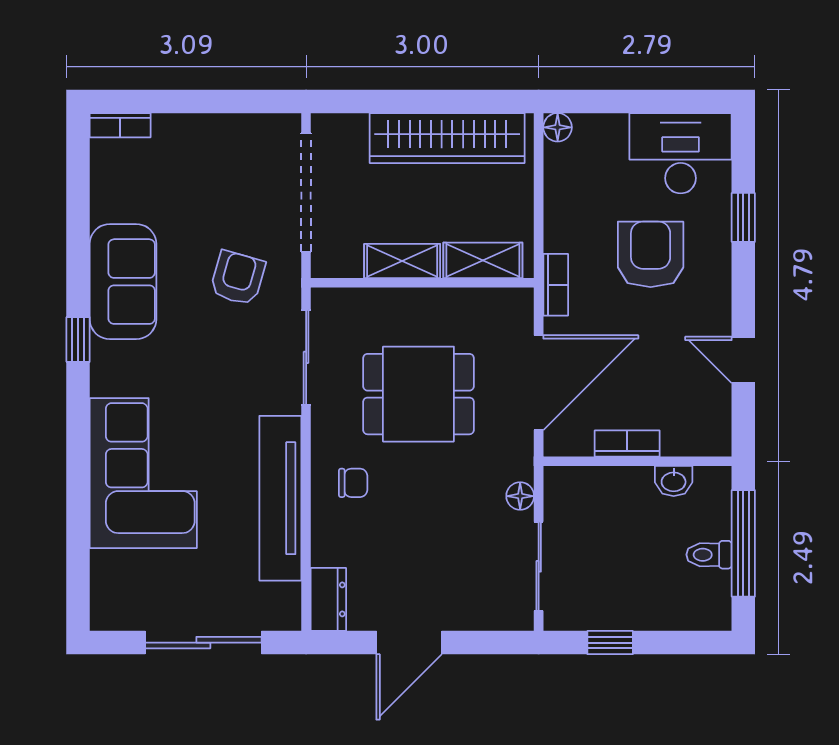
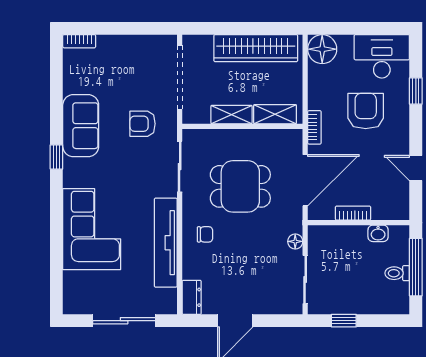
floor lamp: (558, 127) -> (322, 49), width x1.89, depth x1.89
armchair: (238, 278) -> (143, 124), turned -106

